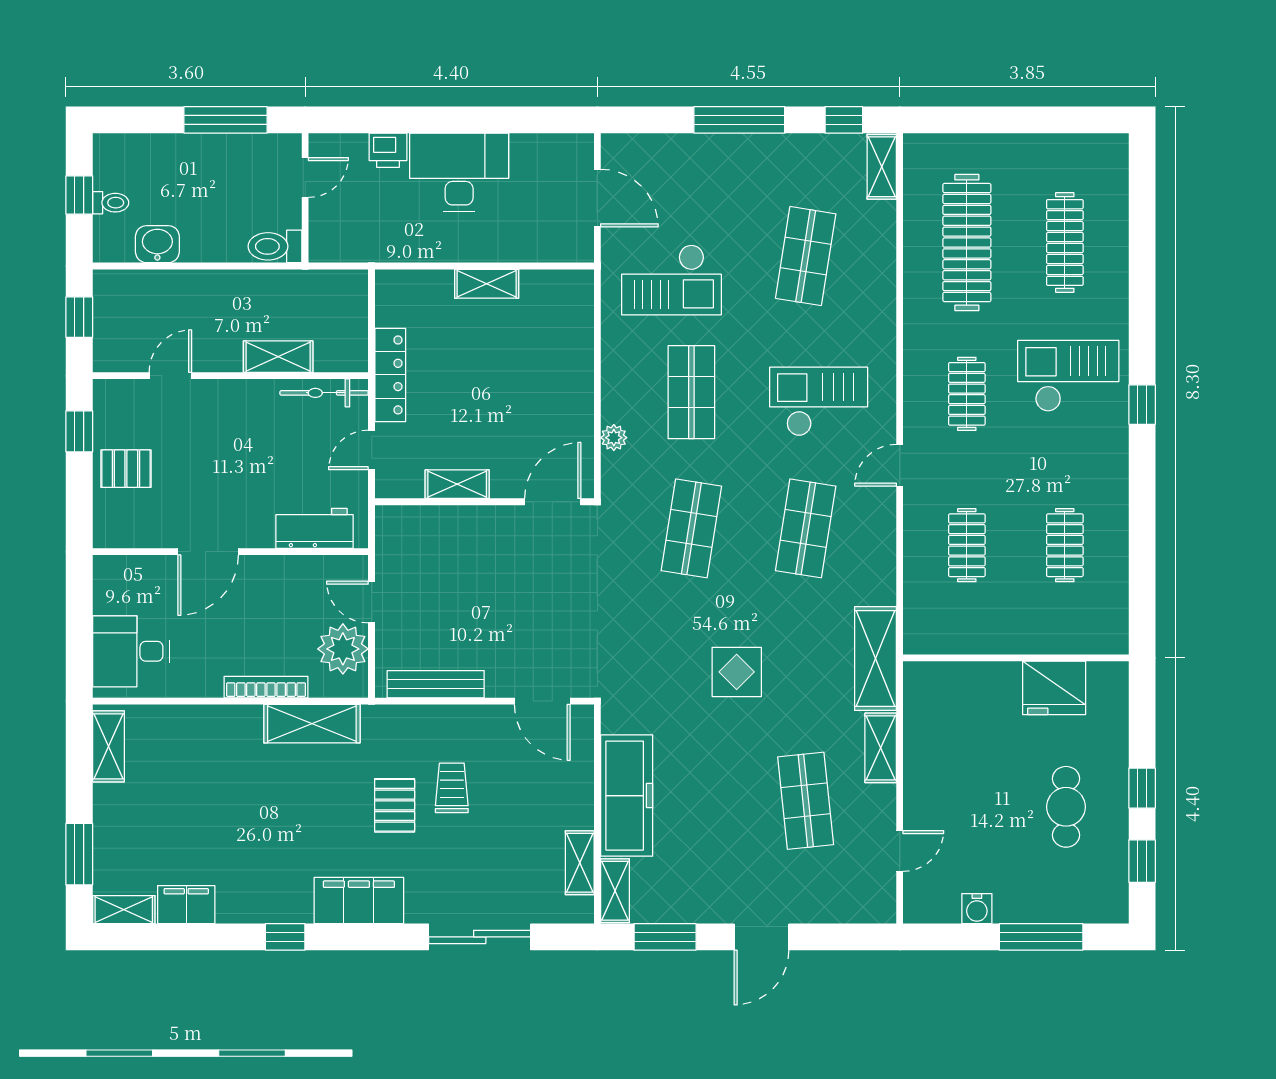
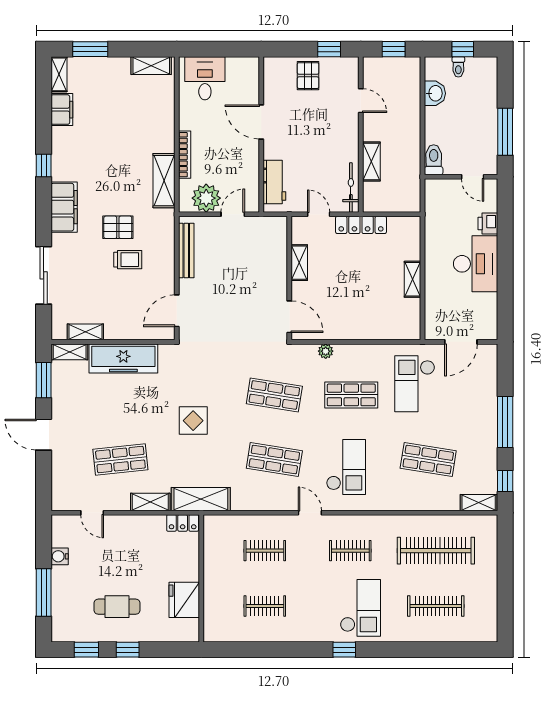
locker: (918, 691) -> (183, 523), added

